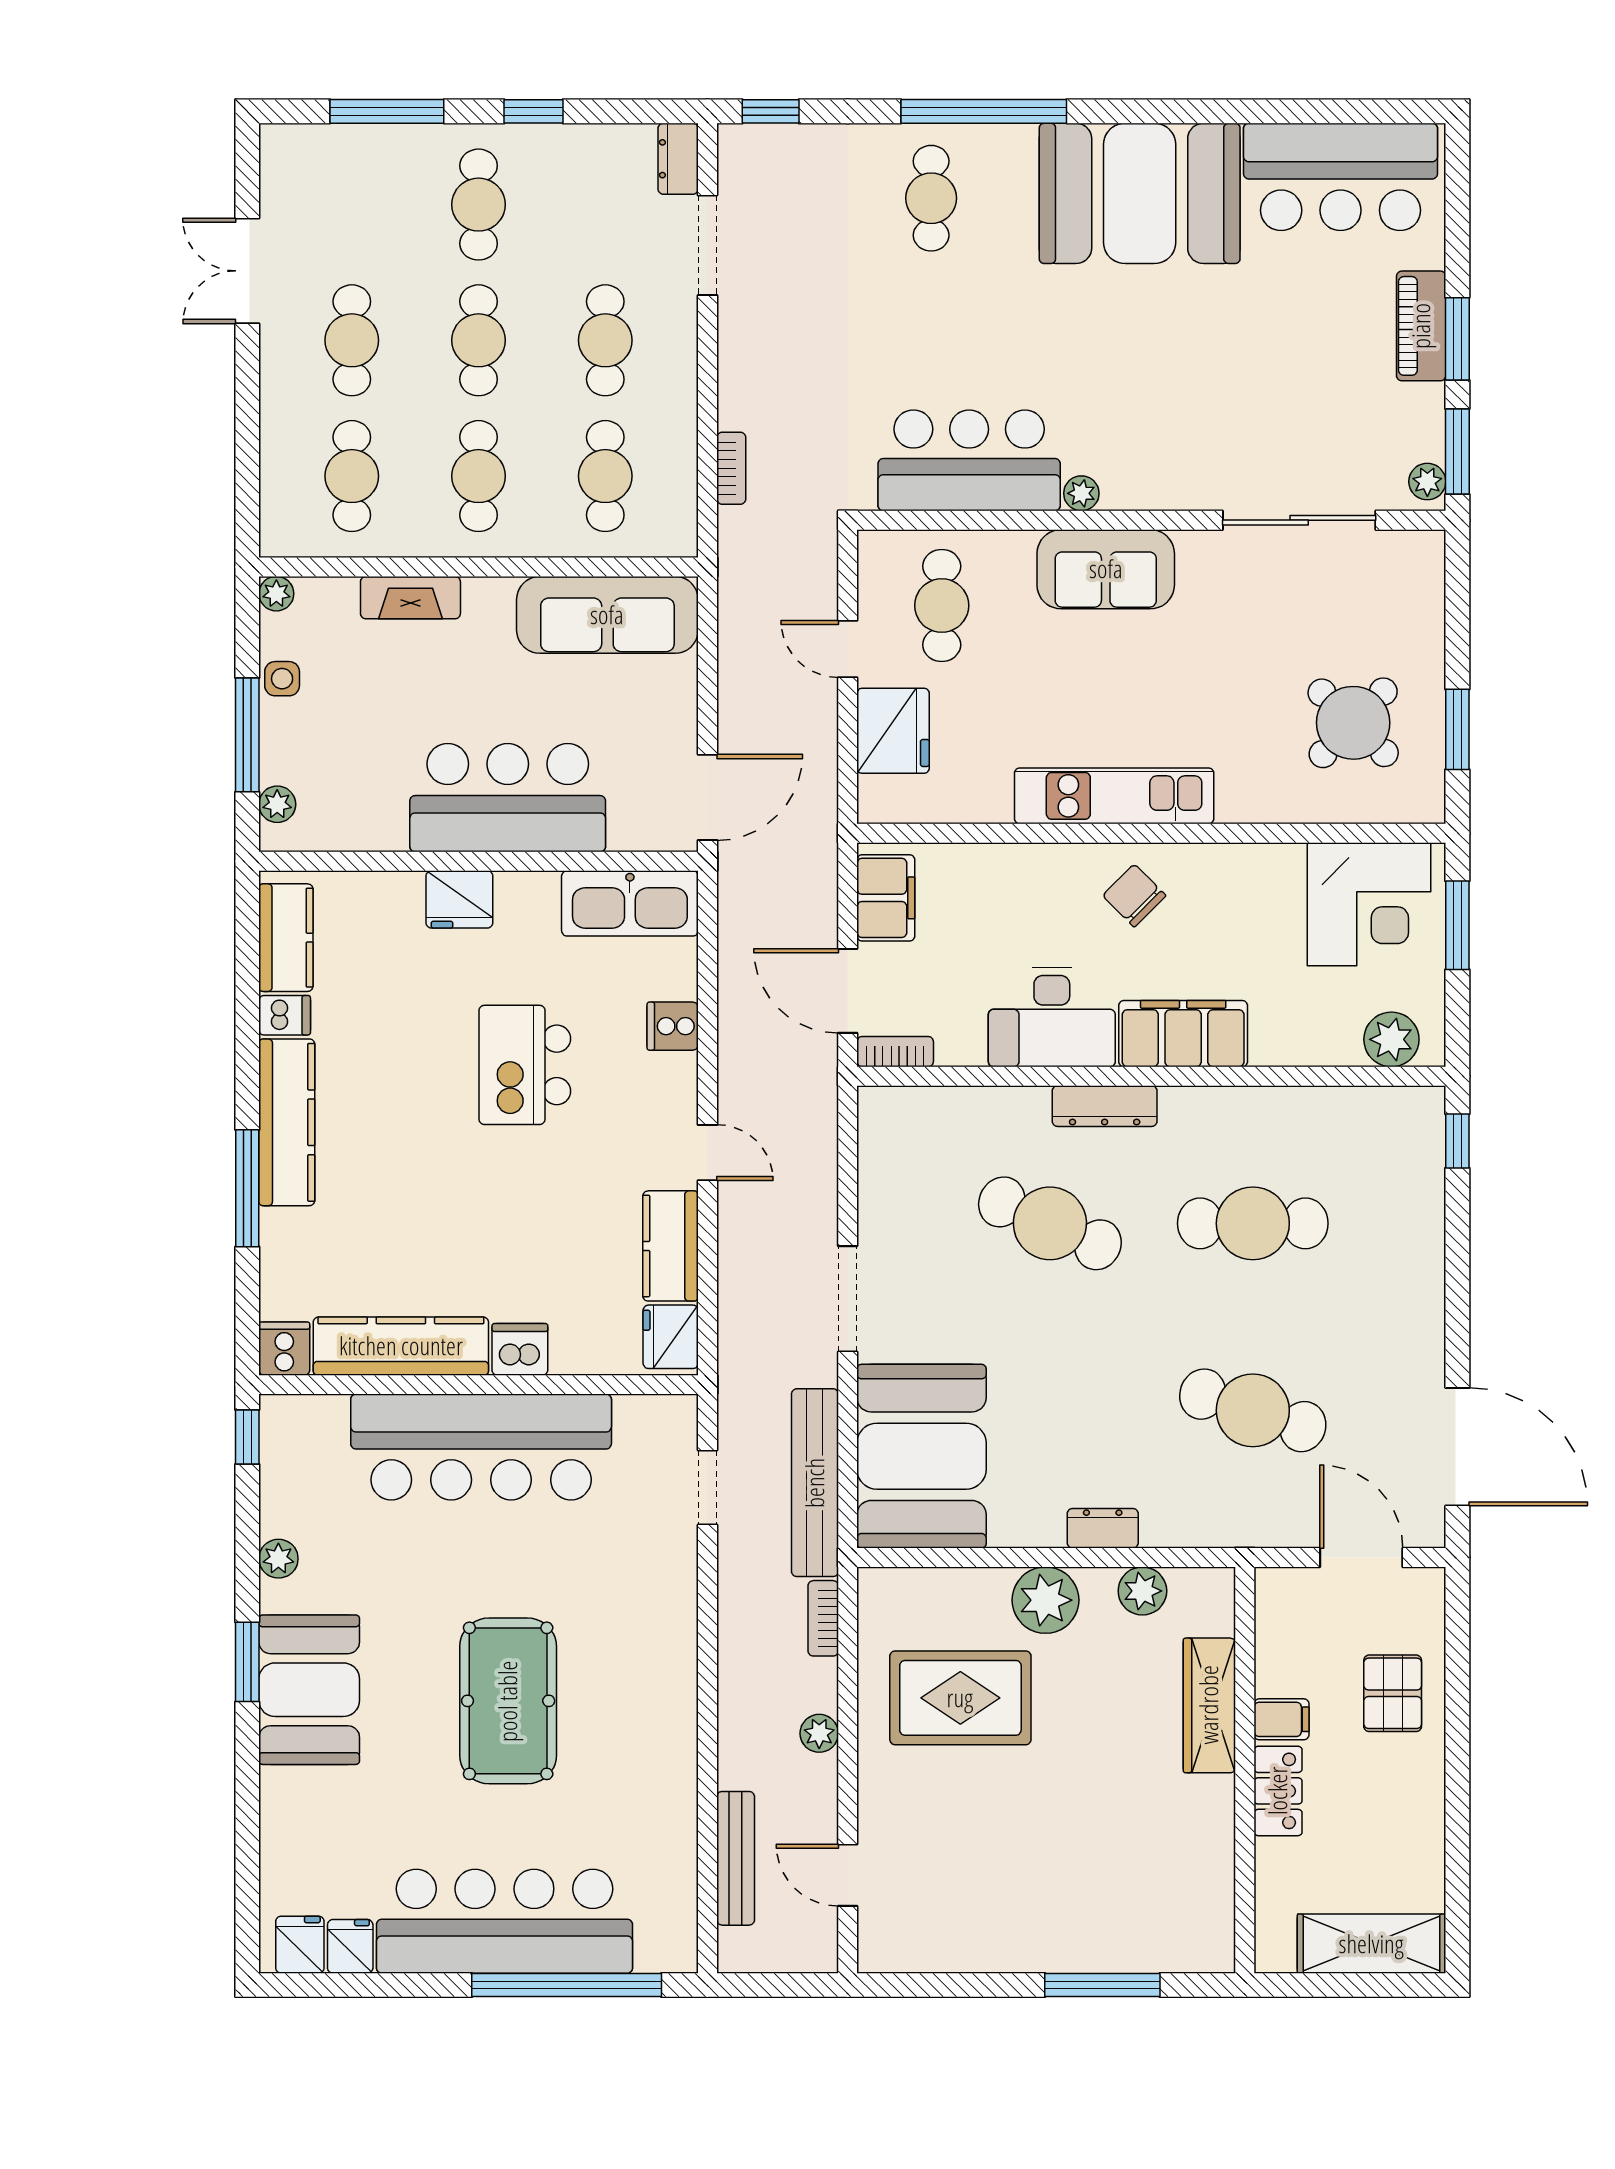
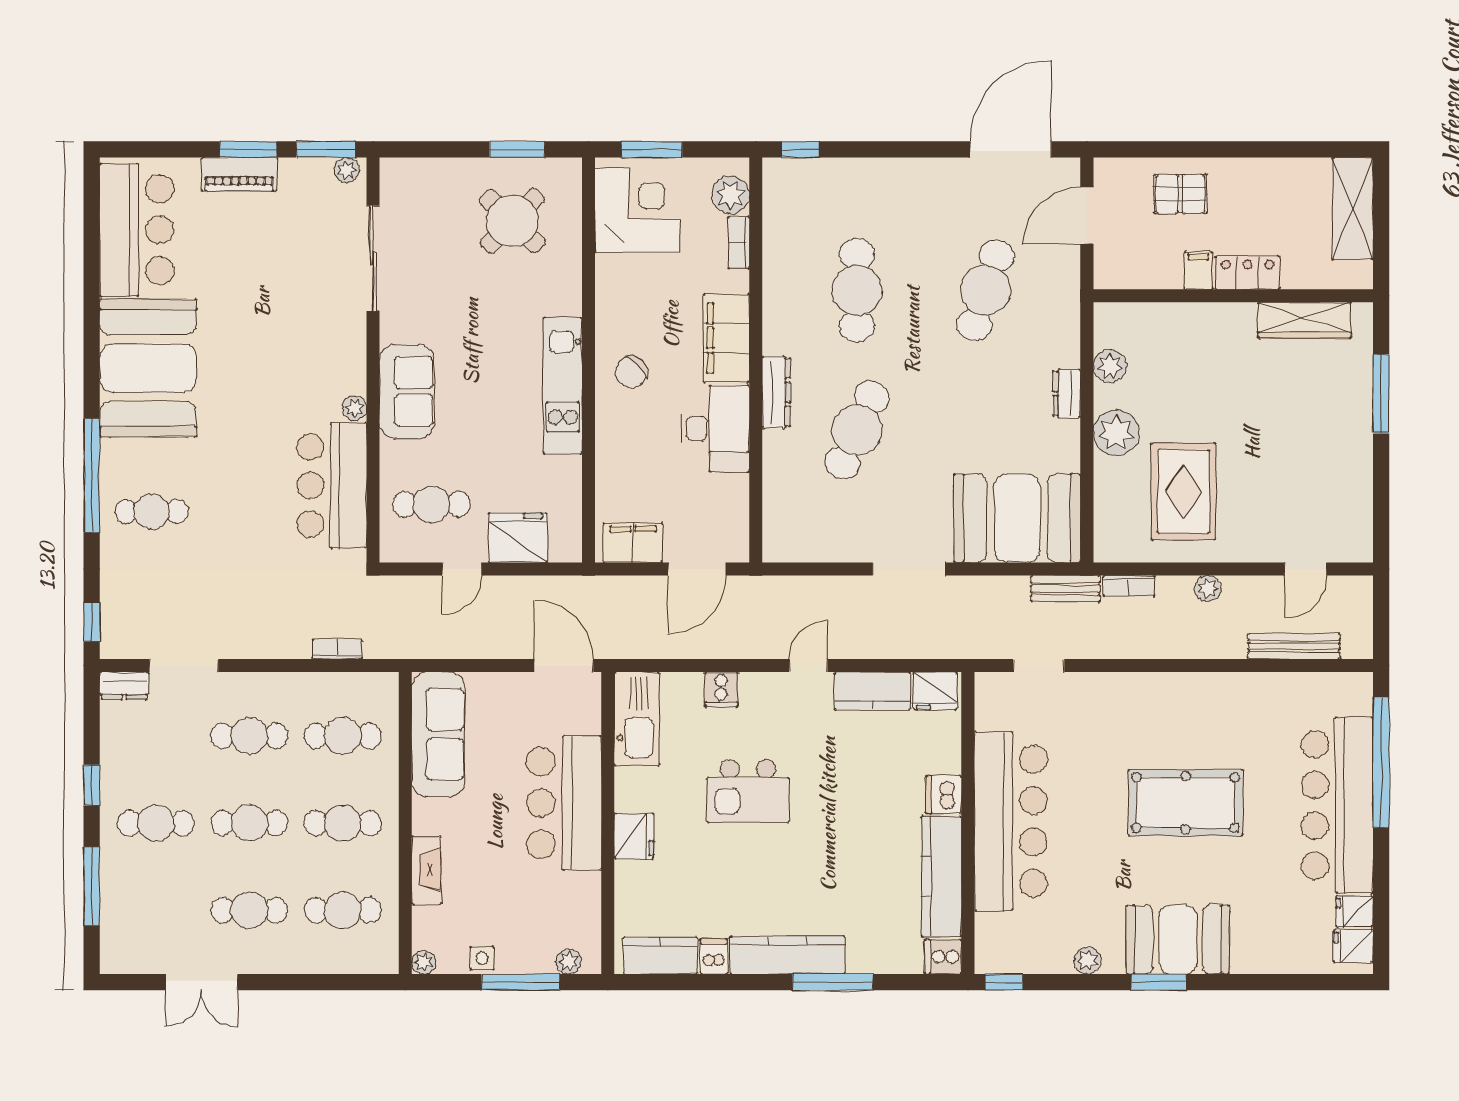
bookcase: (895, 1052) -> (739, 243), moved
bench: (815, 1483) -> (1065, 589), width x0.54, depth x0.82
wardrobe: (1209, 1705) -> (1304, 320), moved

